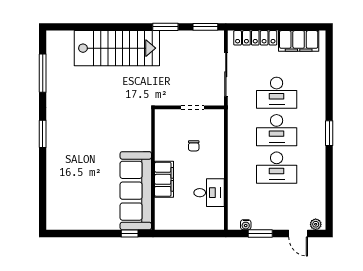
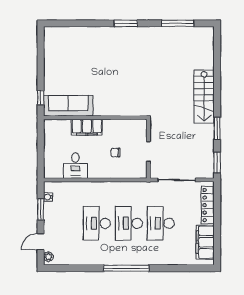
stairs: (117, 48) -> (204, 97), width x0.73, depth x0.66
window: (329, 133) -> (126, 268), width x2.11
sofa: (136, 191) -> (68, 106), width x0.74, depth x0.79

